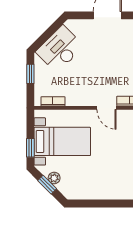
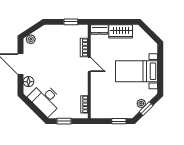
floor lamp: (84, 26) -> (28, 82), added
door: (107, 108) -> (89, 65), hinge flipped
bed with nightstands: (62, 141) -> (137, 71), moved, turned -90

